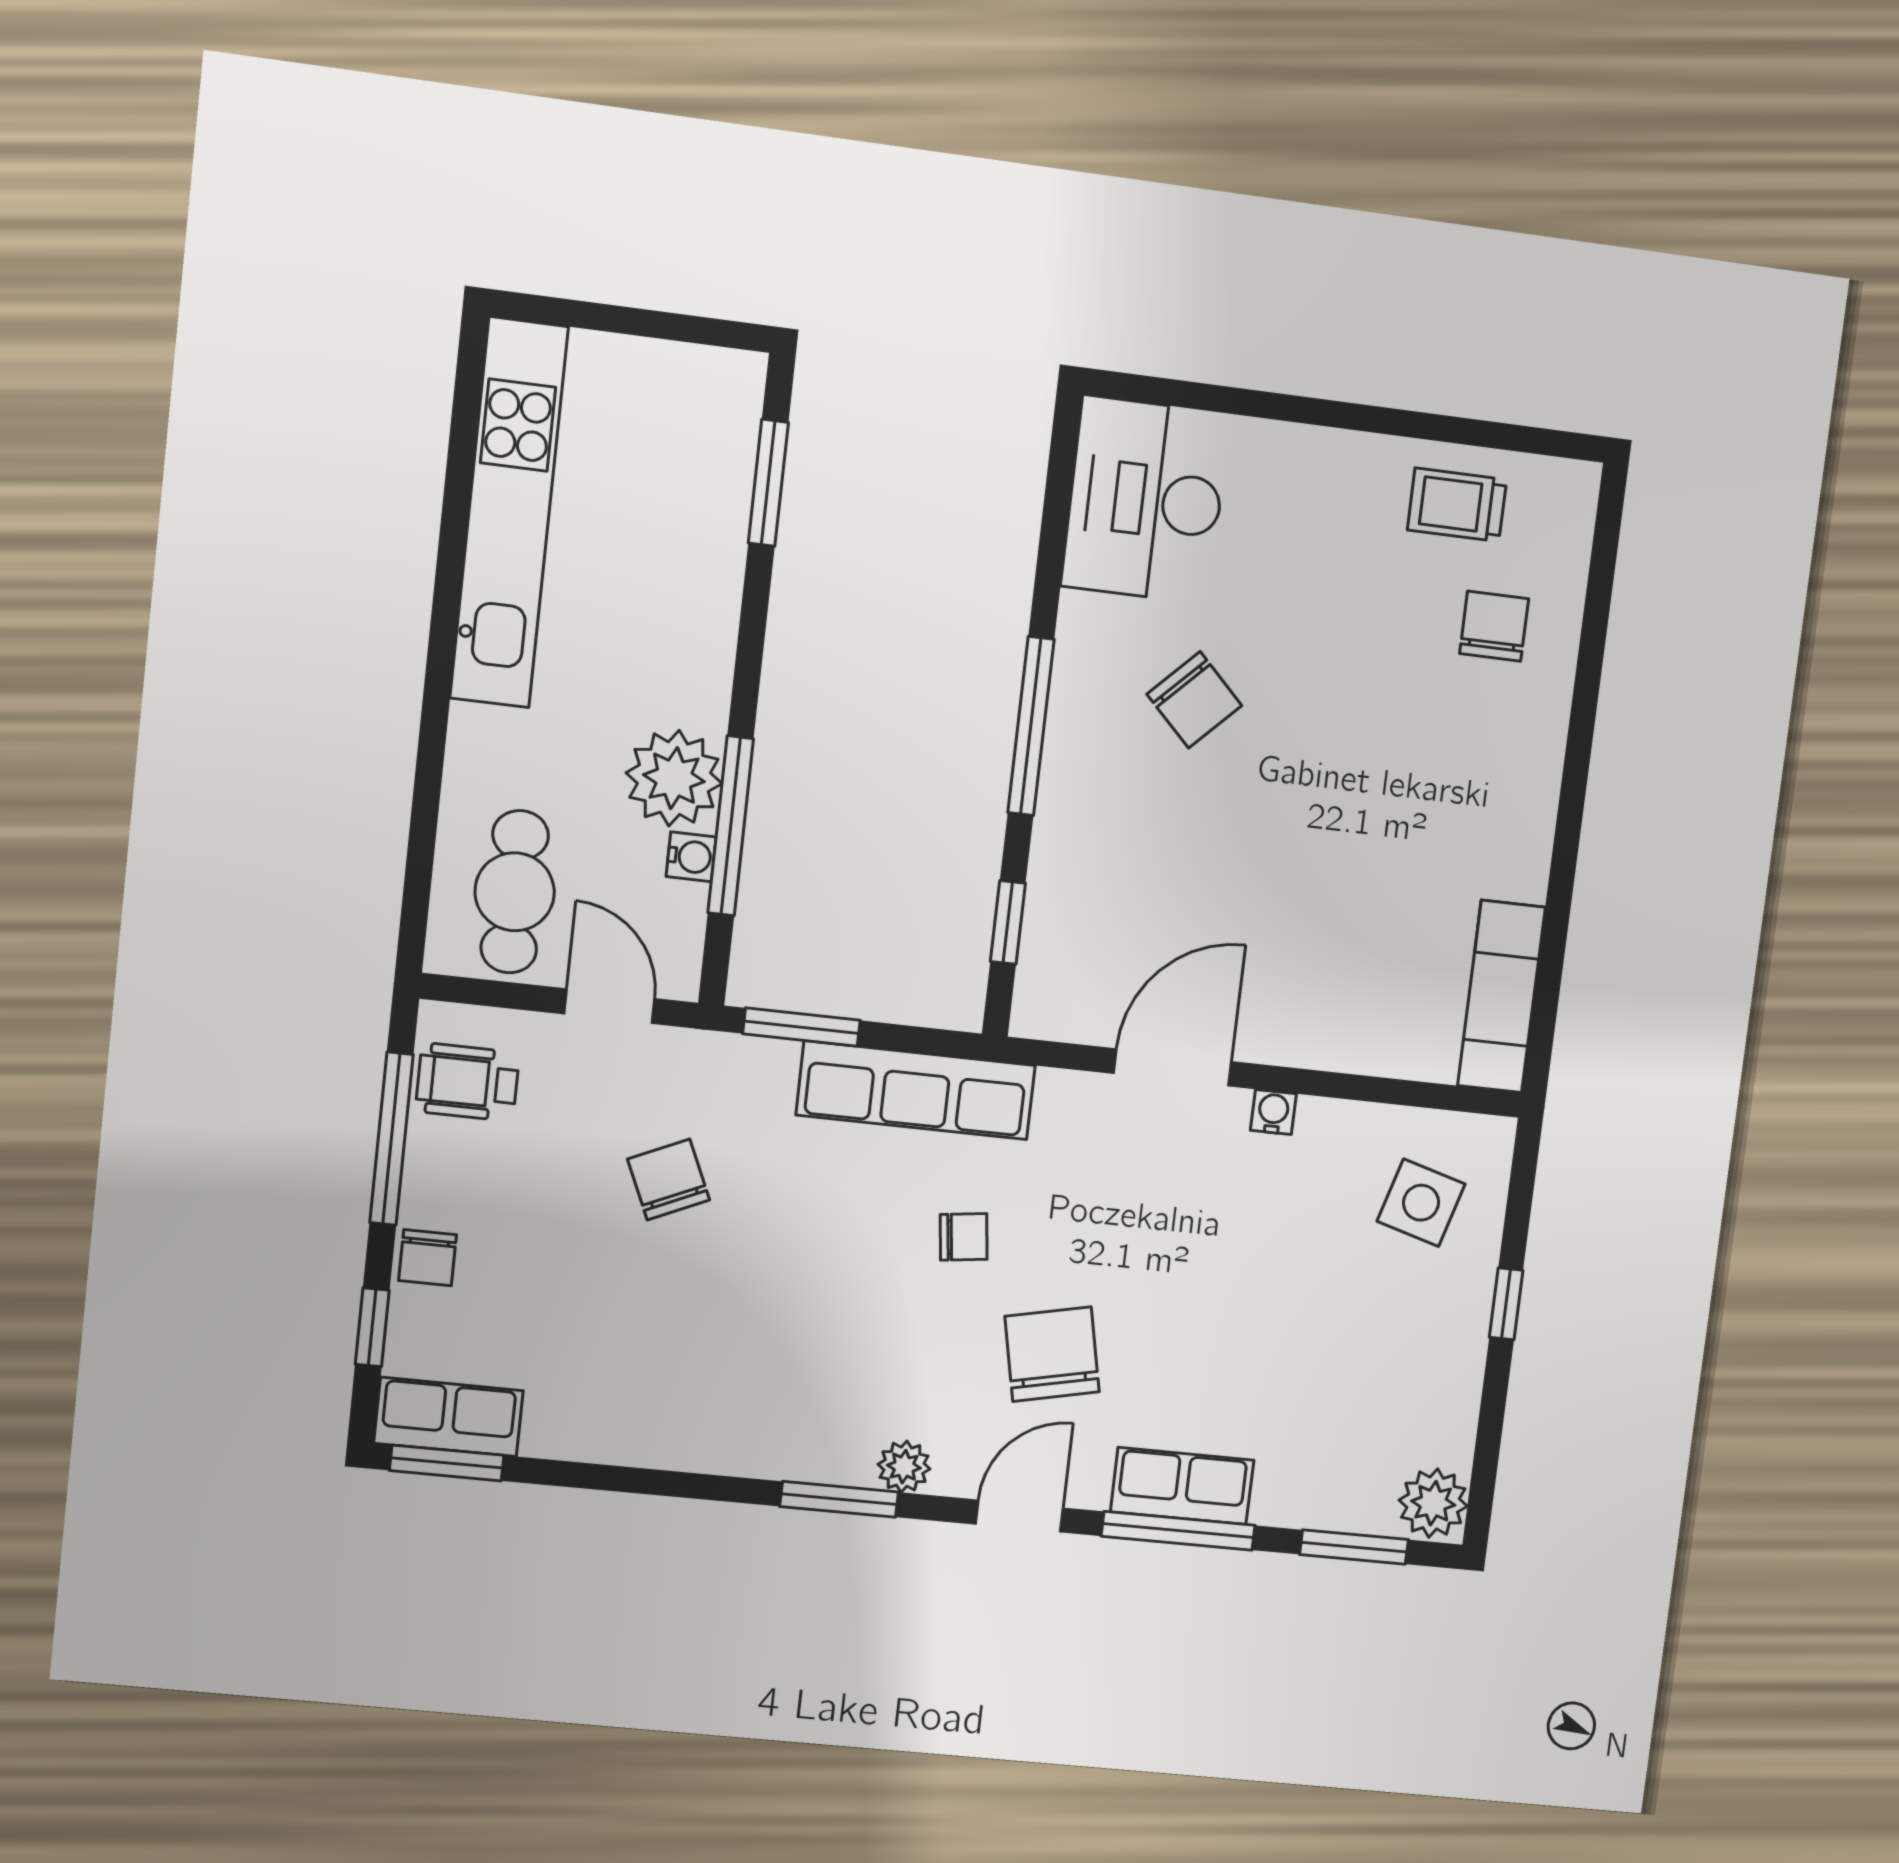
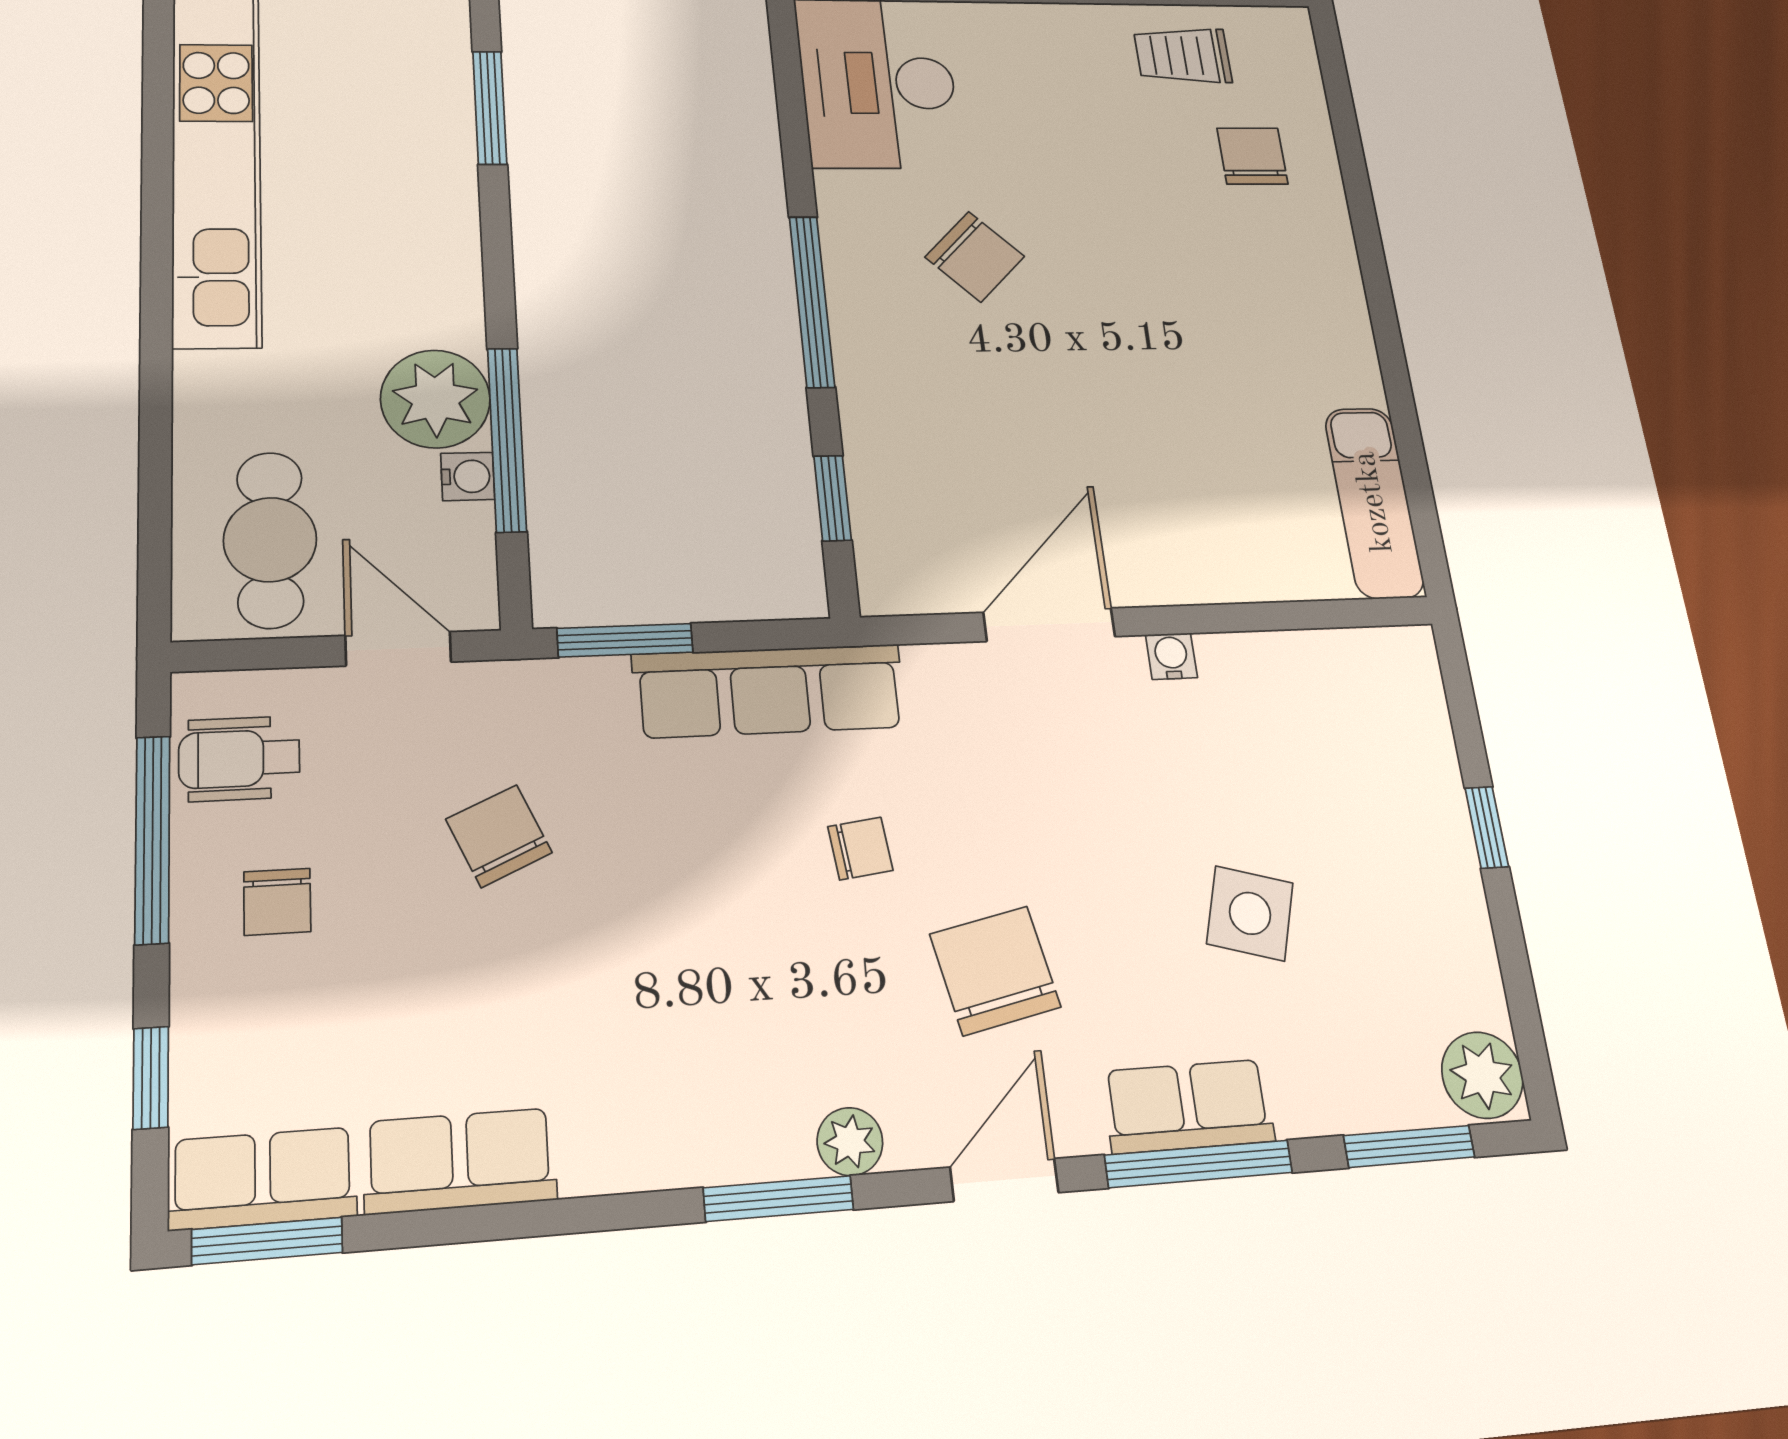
side table: (1421, 1203) -> (1250, 913), moved
chair: (428, 1258) -> (277, 902), moved
row of seats: (599, 1429) -> (460, 1161), added

